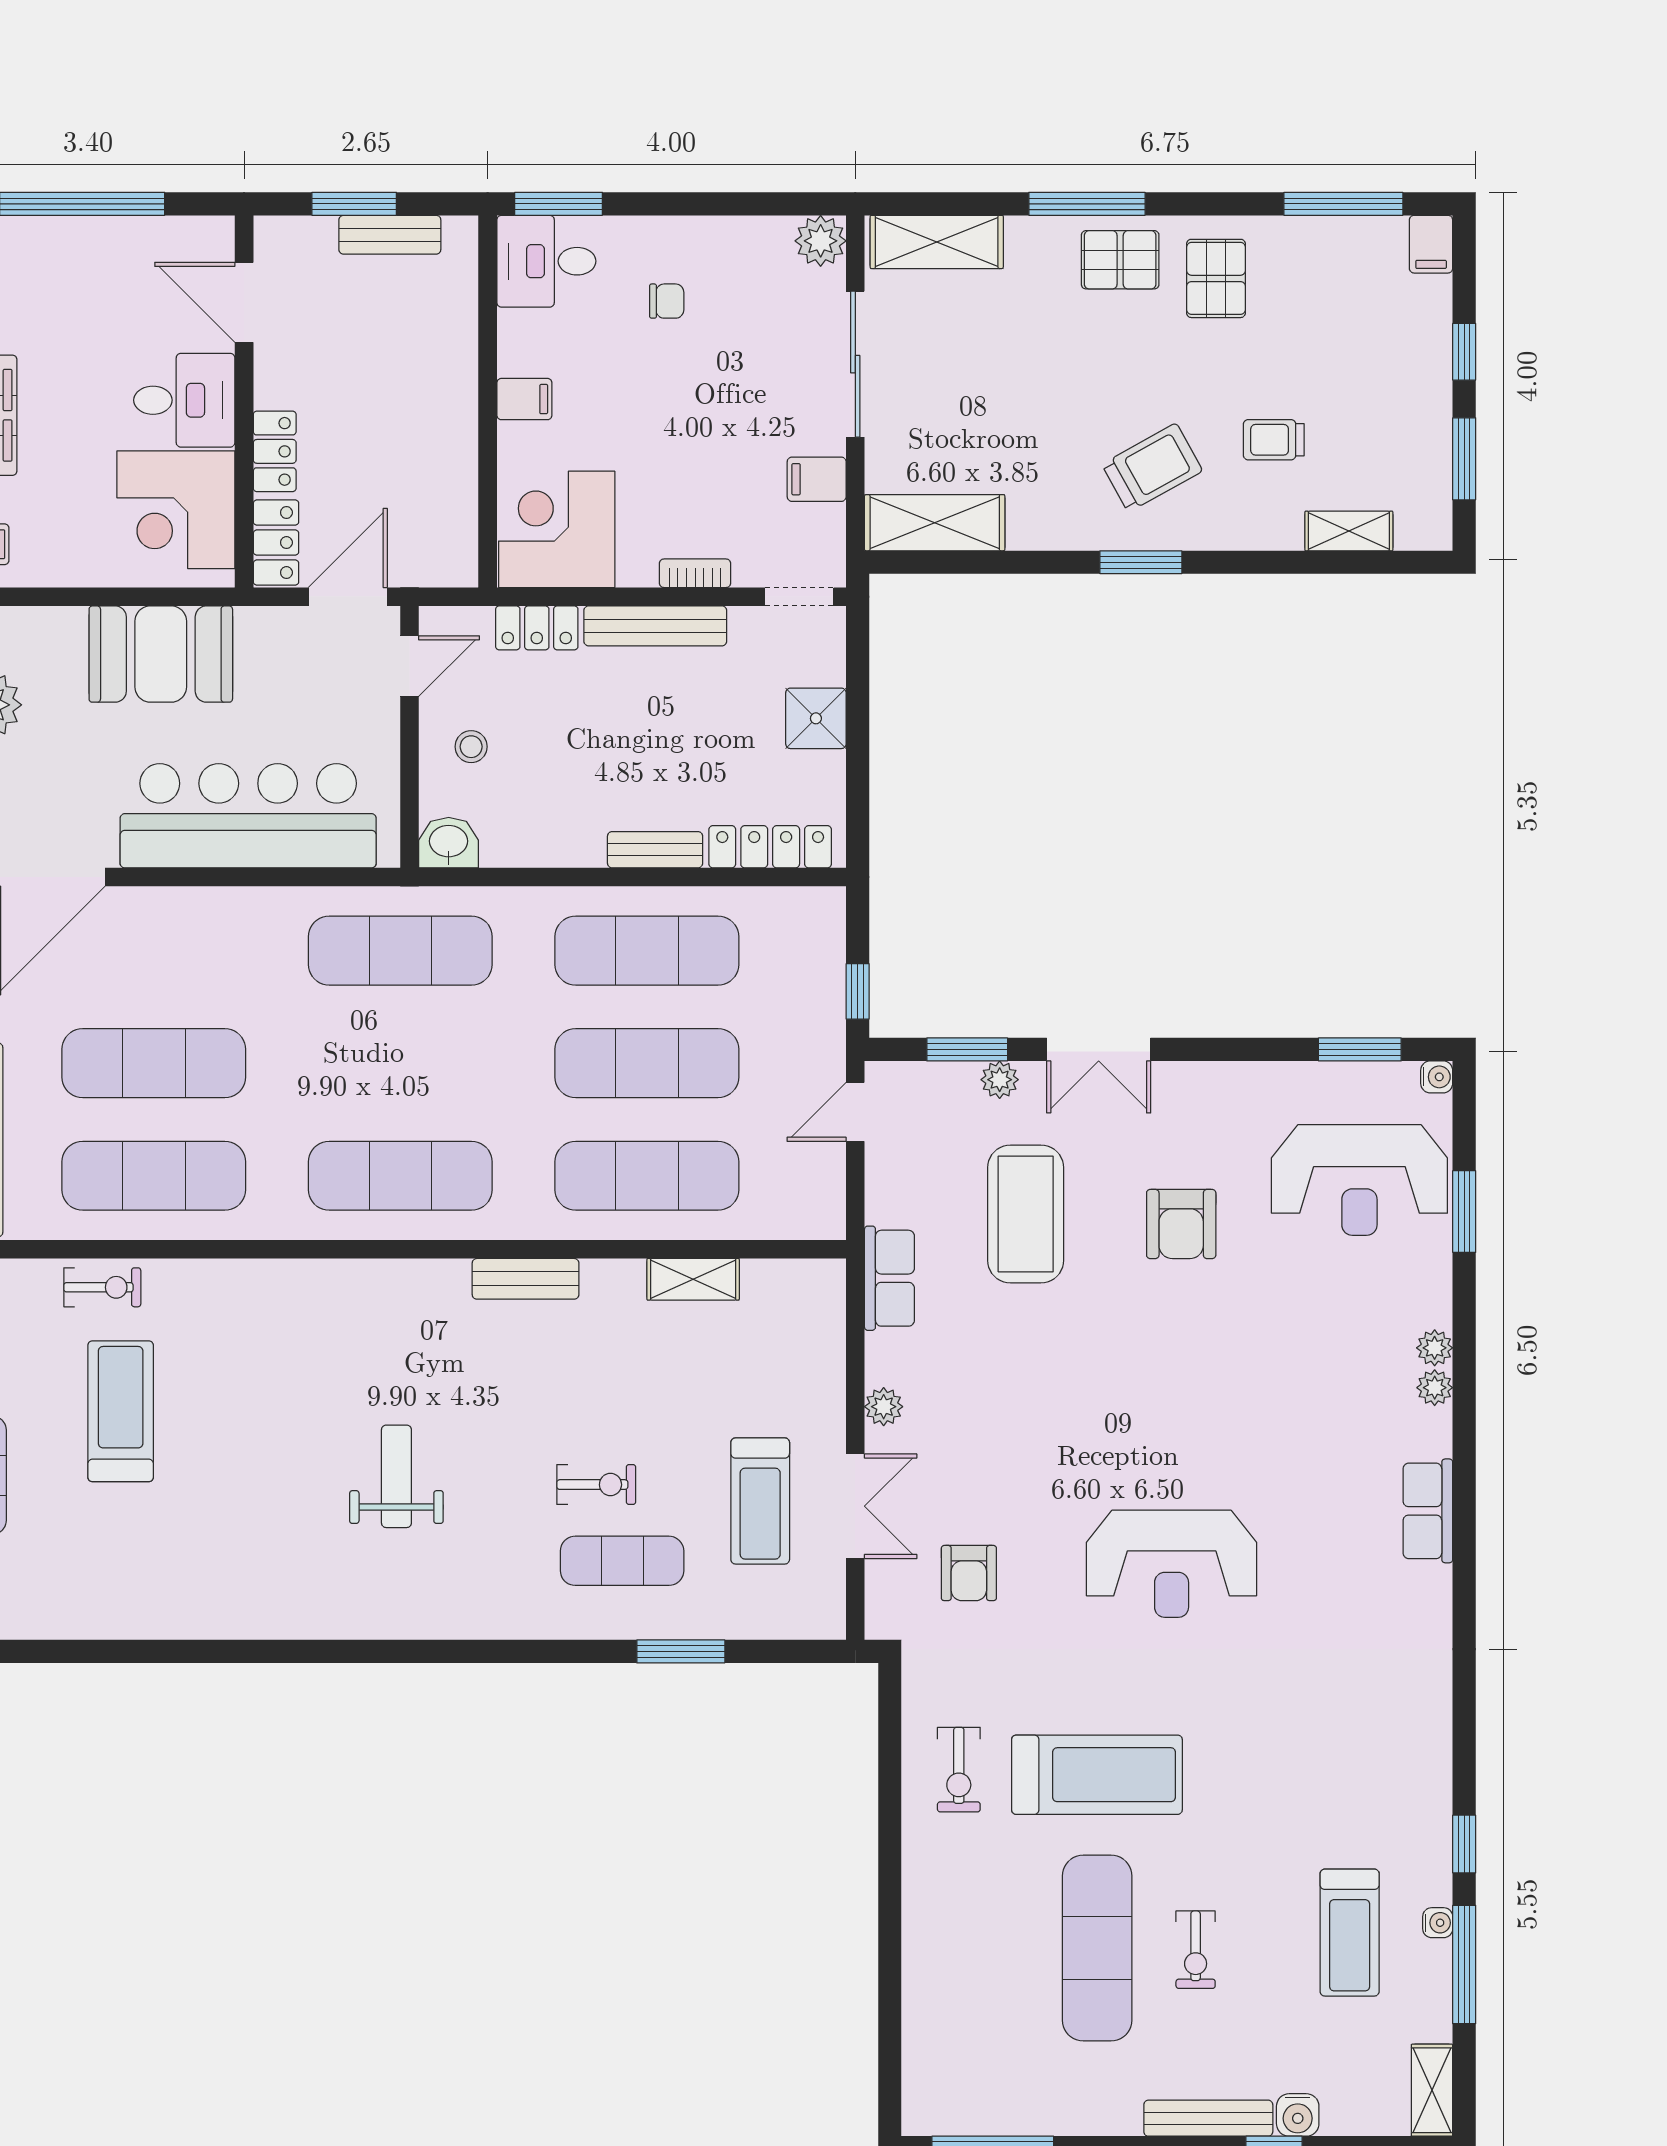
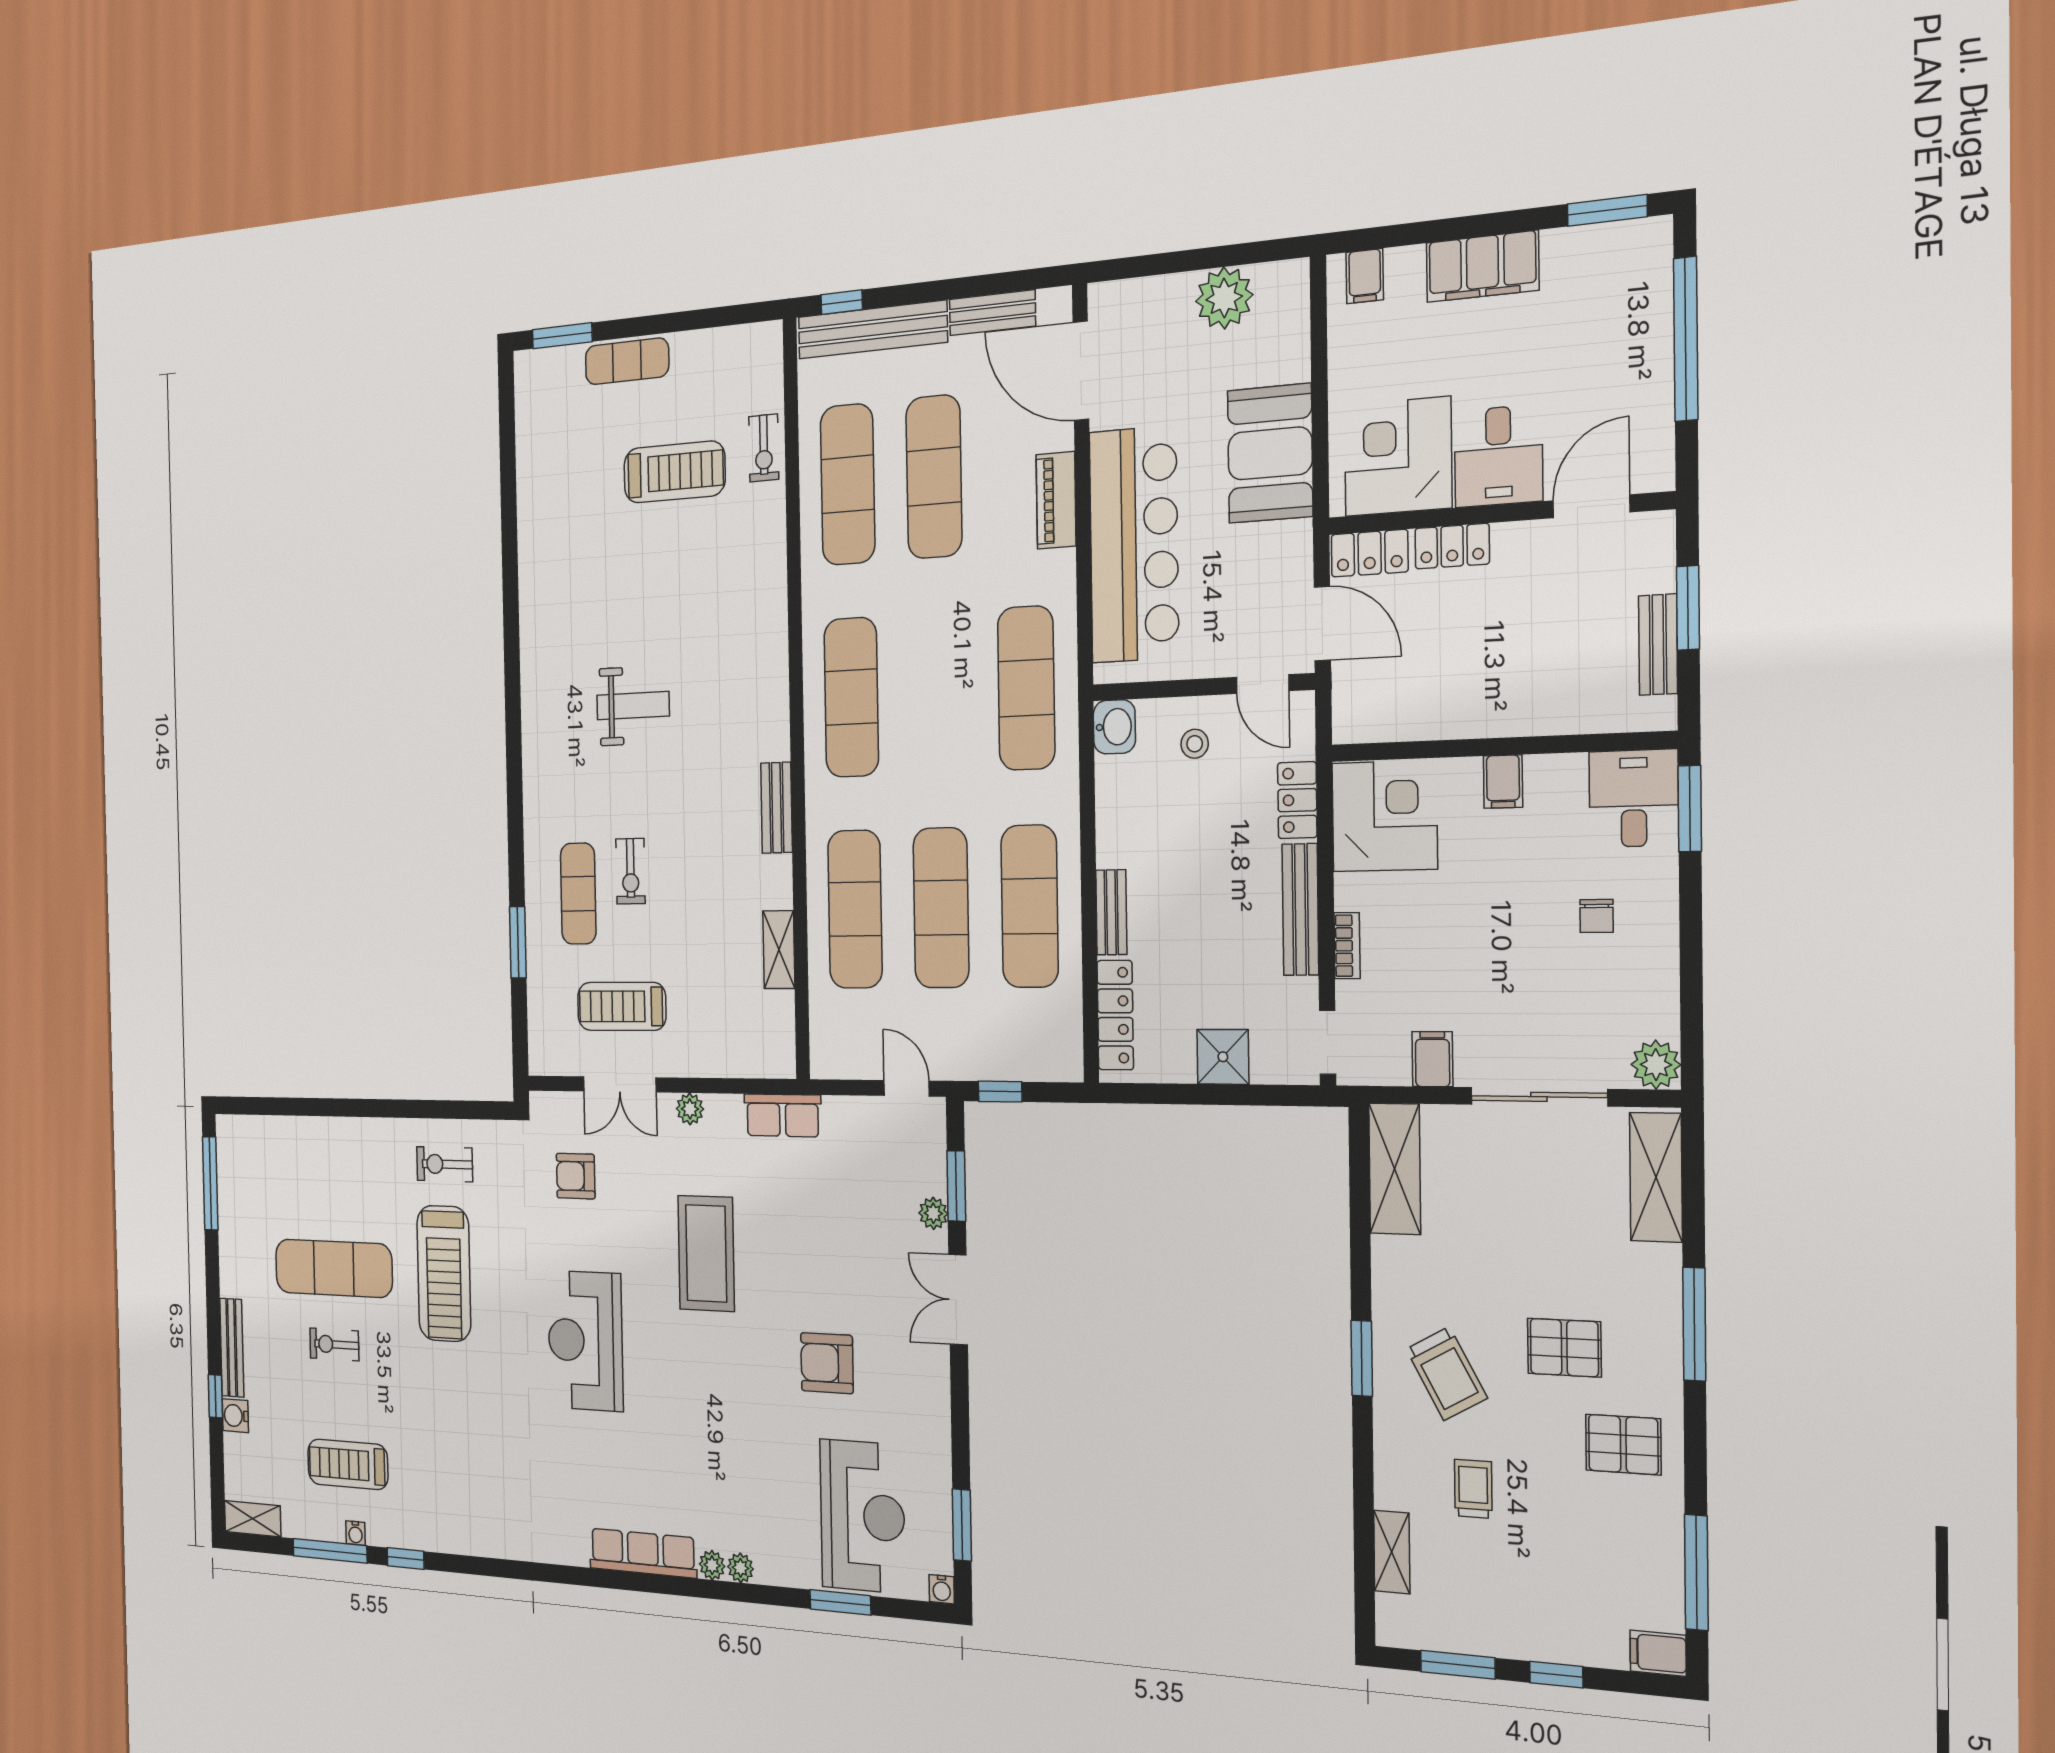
pallet: (1120, 260) -> (1564, 1348), moved, turned 90
piano: (192, 910) -> (1056, 500), added
reception desk: (1359, 1180) -> (862, 1516), turned 180
coffee table: (1026, 1214) -> (706, 1253), moved, turned 90
row of seats: (1428, 1511) -> (643, 1553), width x1.48

